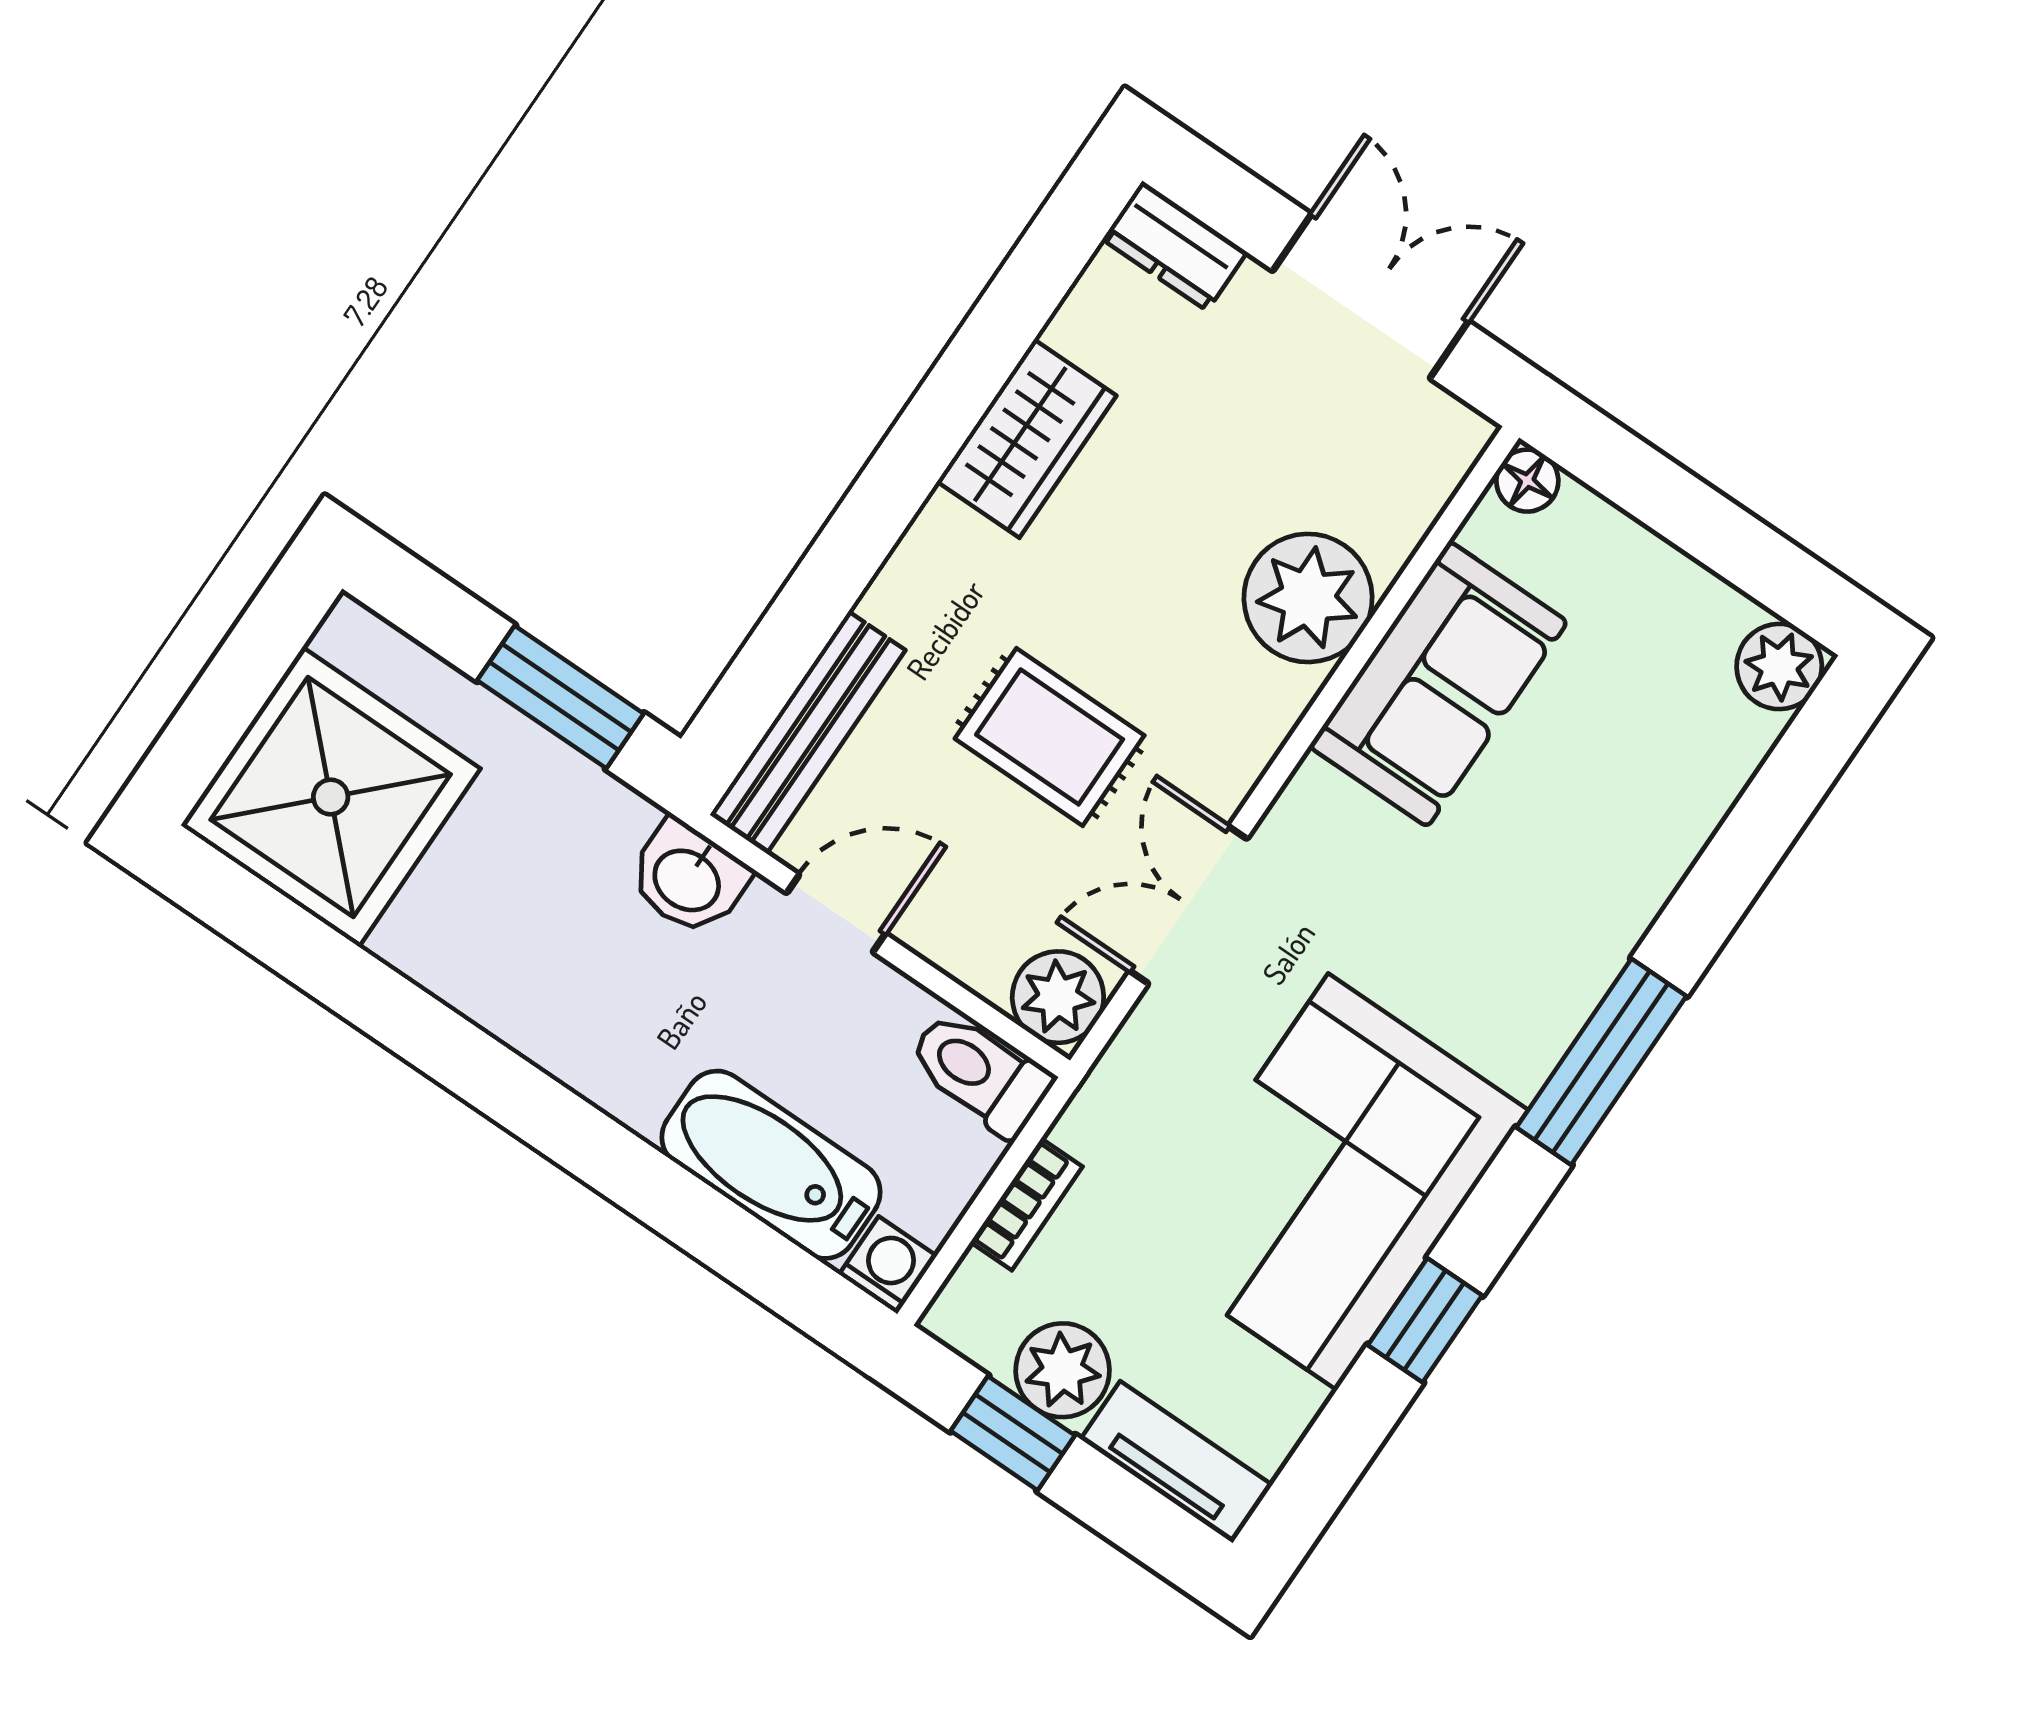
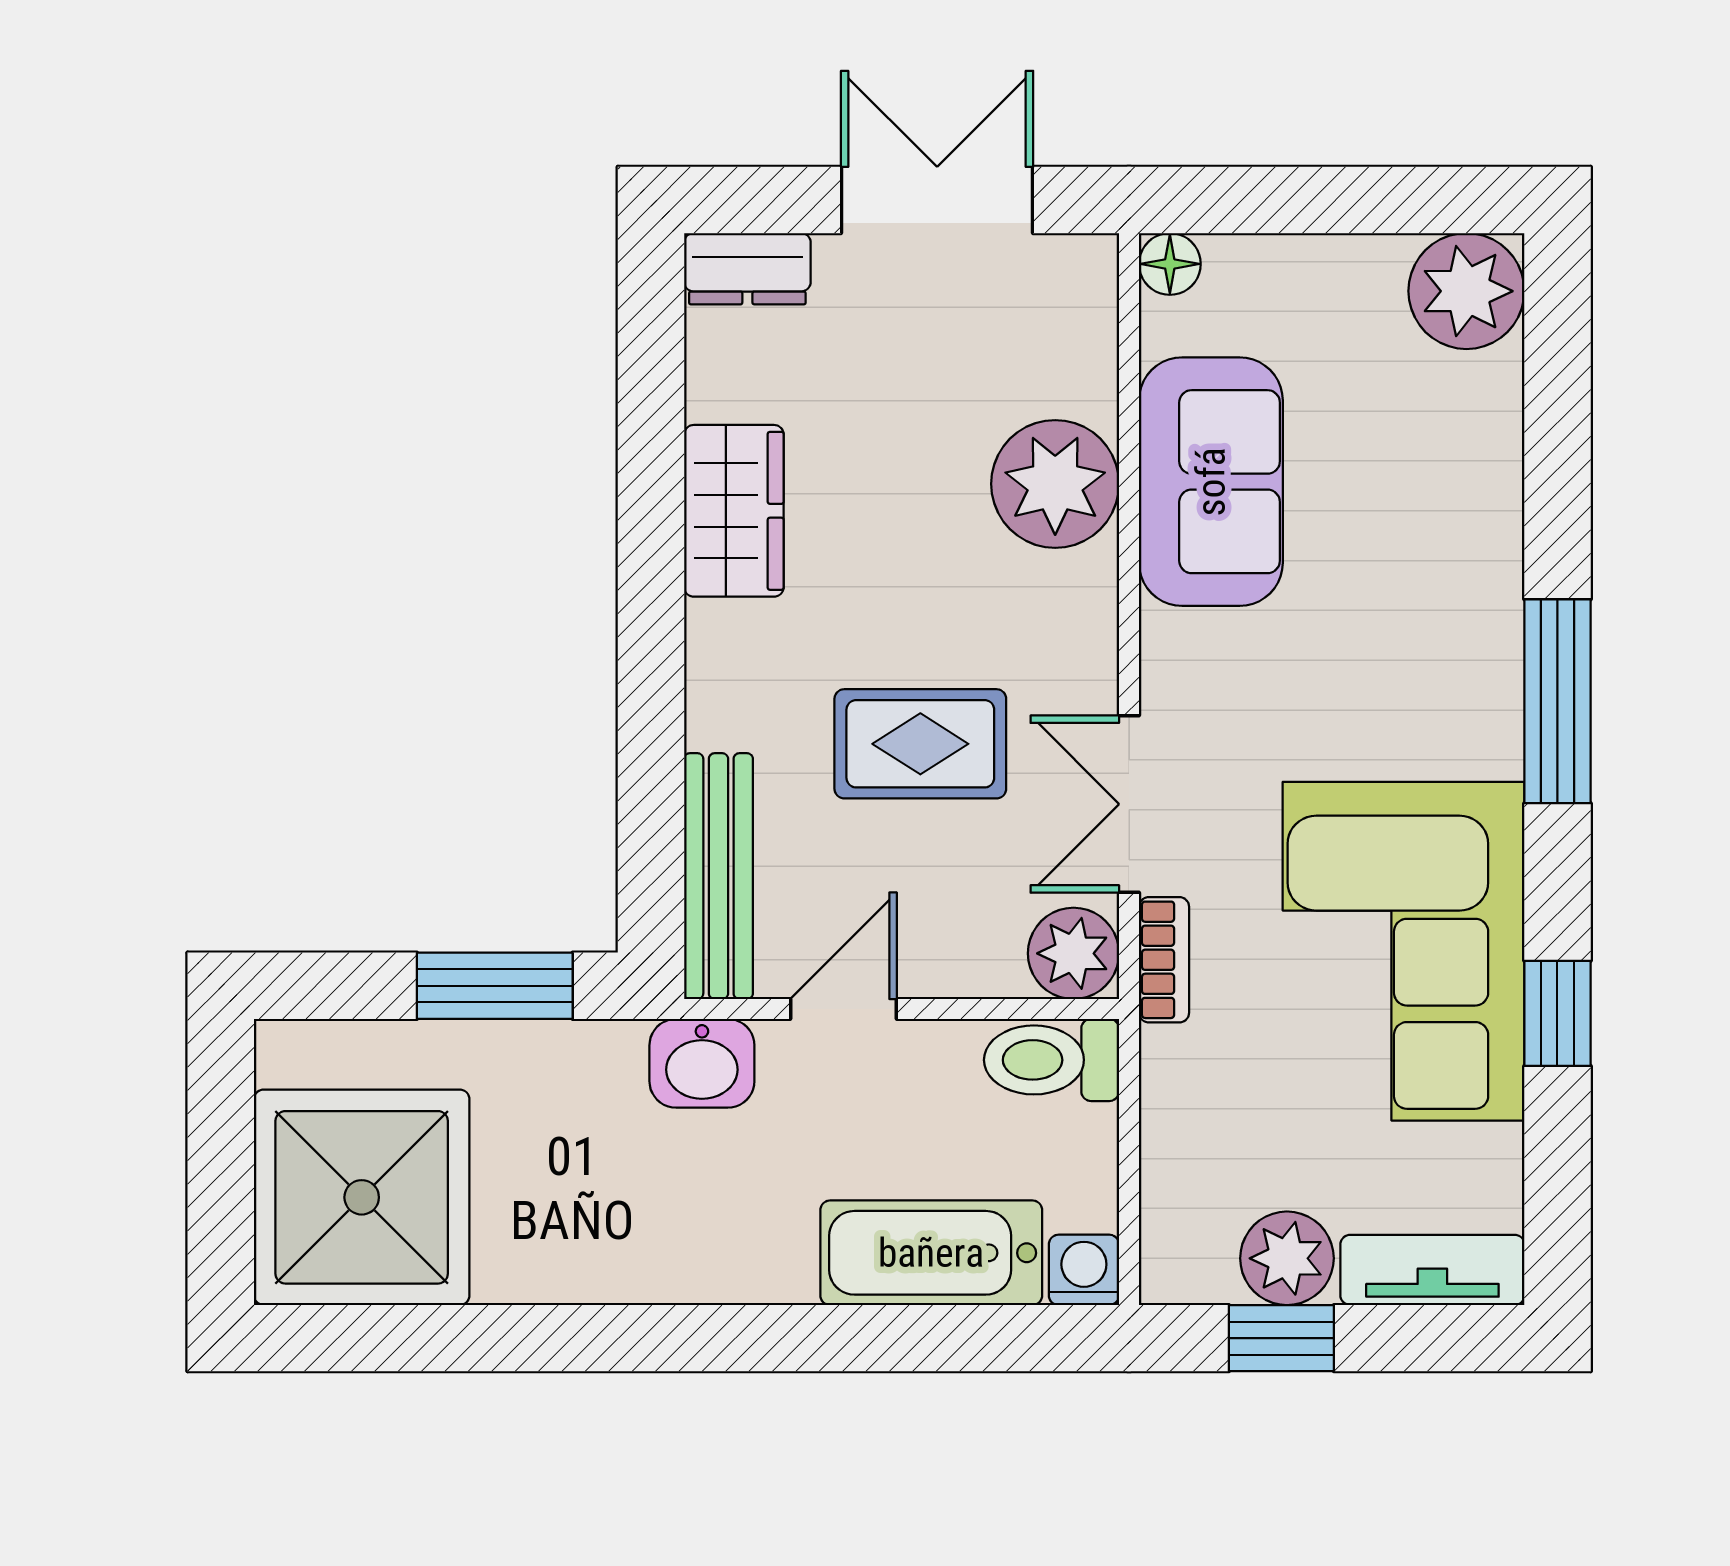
plant: (1779, 667) -> (1466, 291), width x1.36, depth x1.36
bookcase: (1027, 1204) -> (1164, 960), moved

